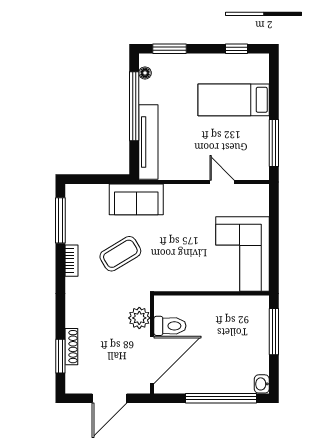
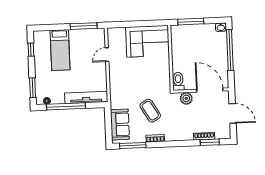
sofa: (136, 199) -> (120, 124), moved
toilet: (170, 326) -> (178, 81), moved

